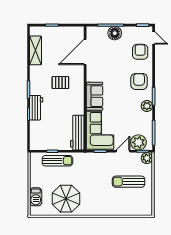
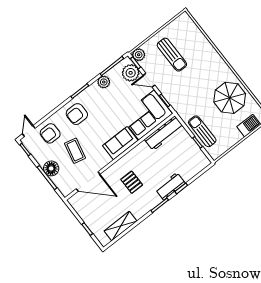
coffee table: (114, 60) -> (75, 151), added
plant: (147, 106) -> (104, 82), moved

